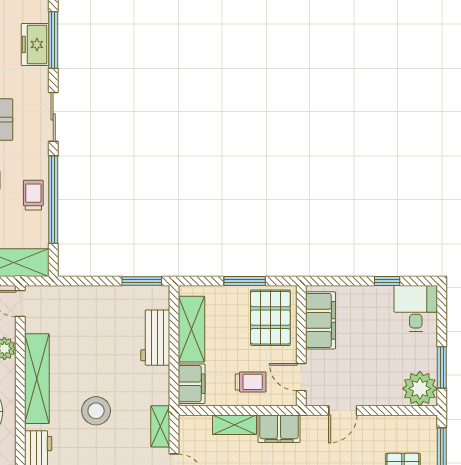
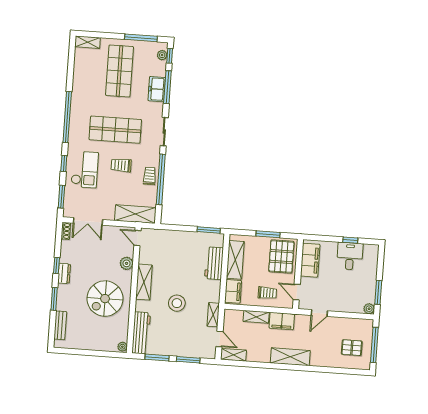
desk: (416, 309) -> (350, 256), moved
shelving: (37, 379) -> (144, 282), width x0.68
plant: (420, 389) -> (369, 309), width x0.53, depth x0.53

